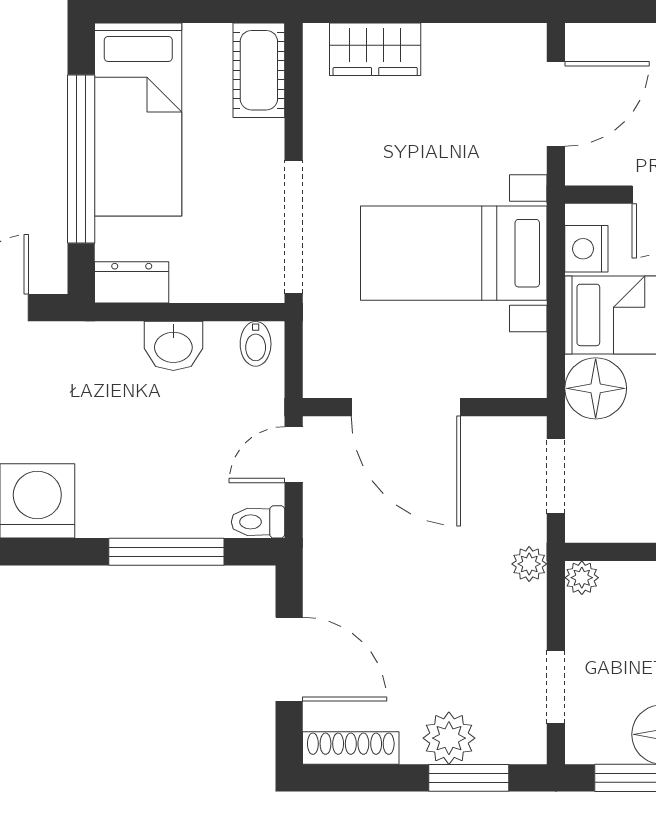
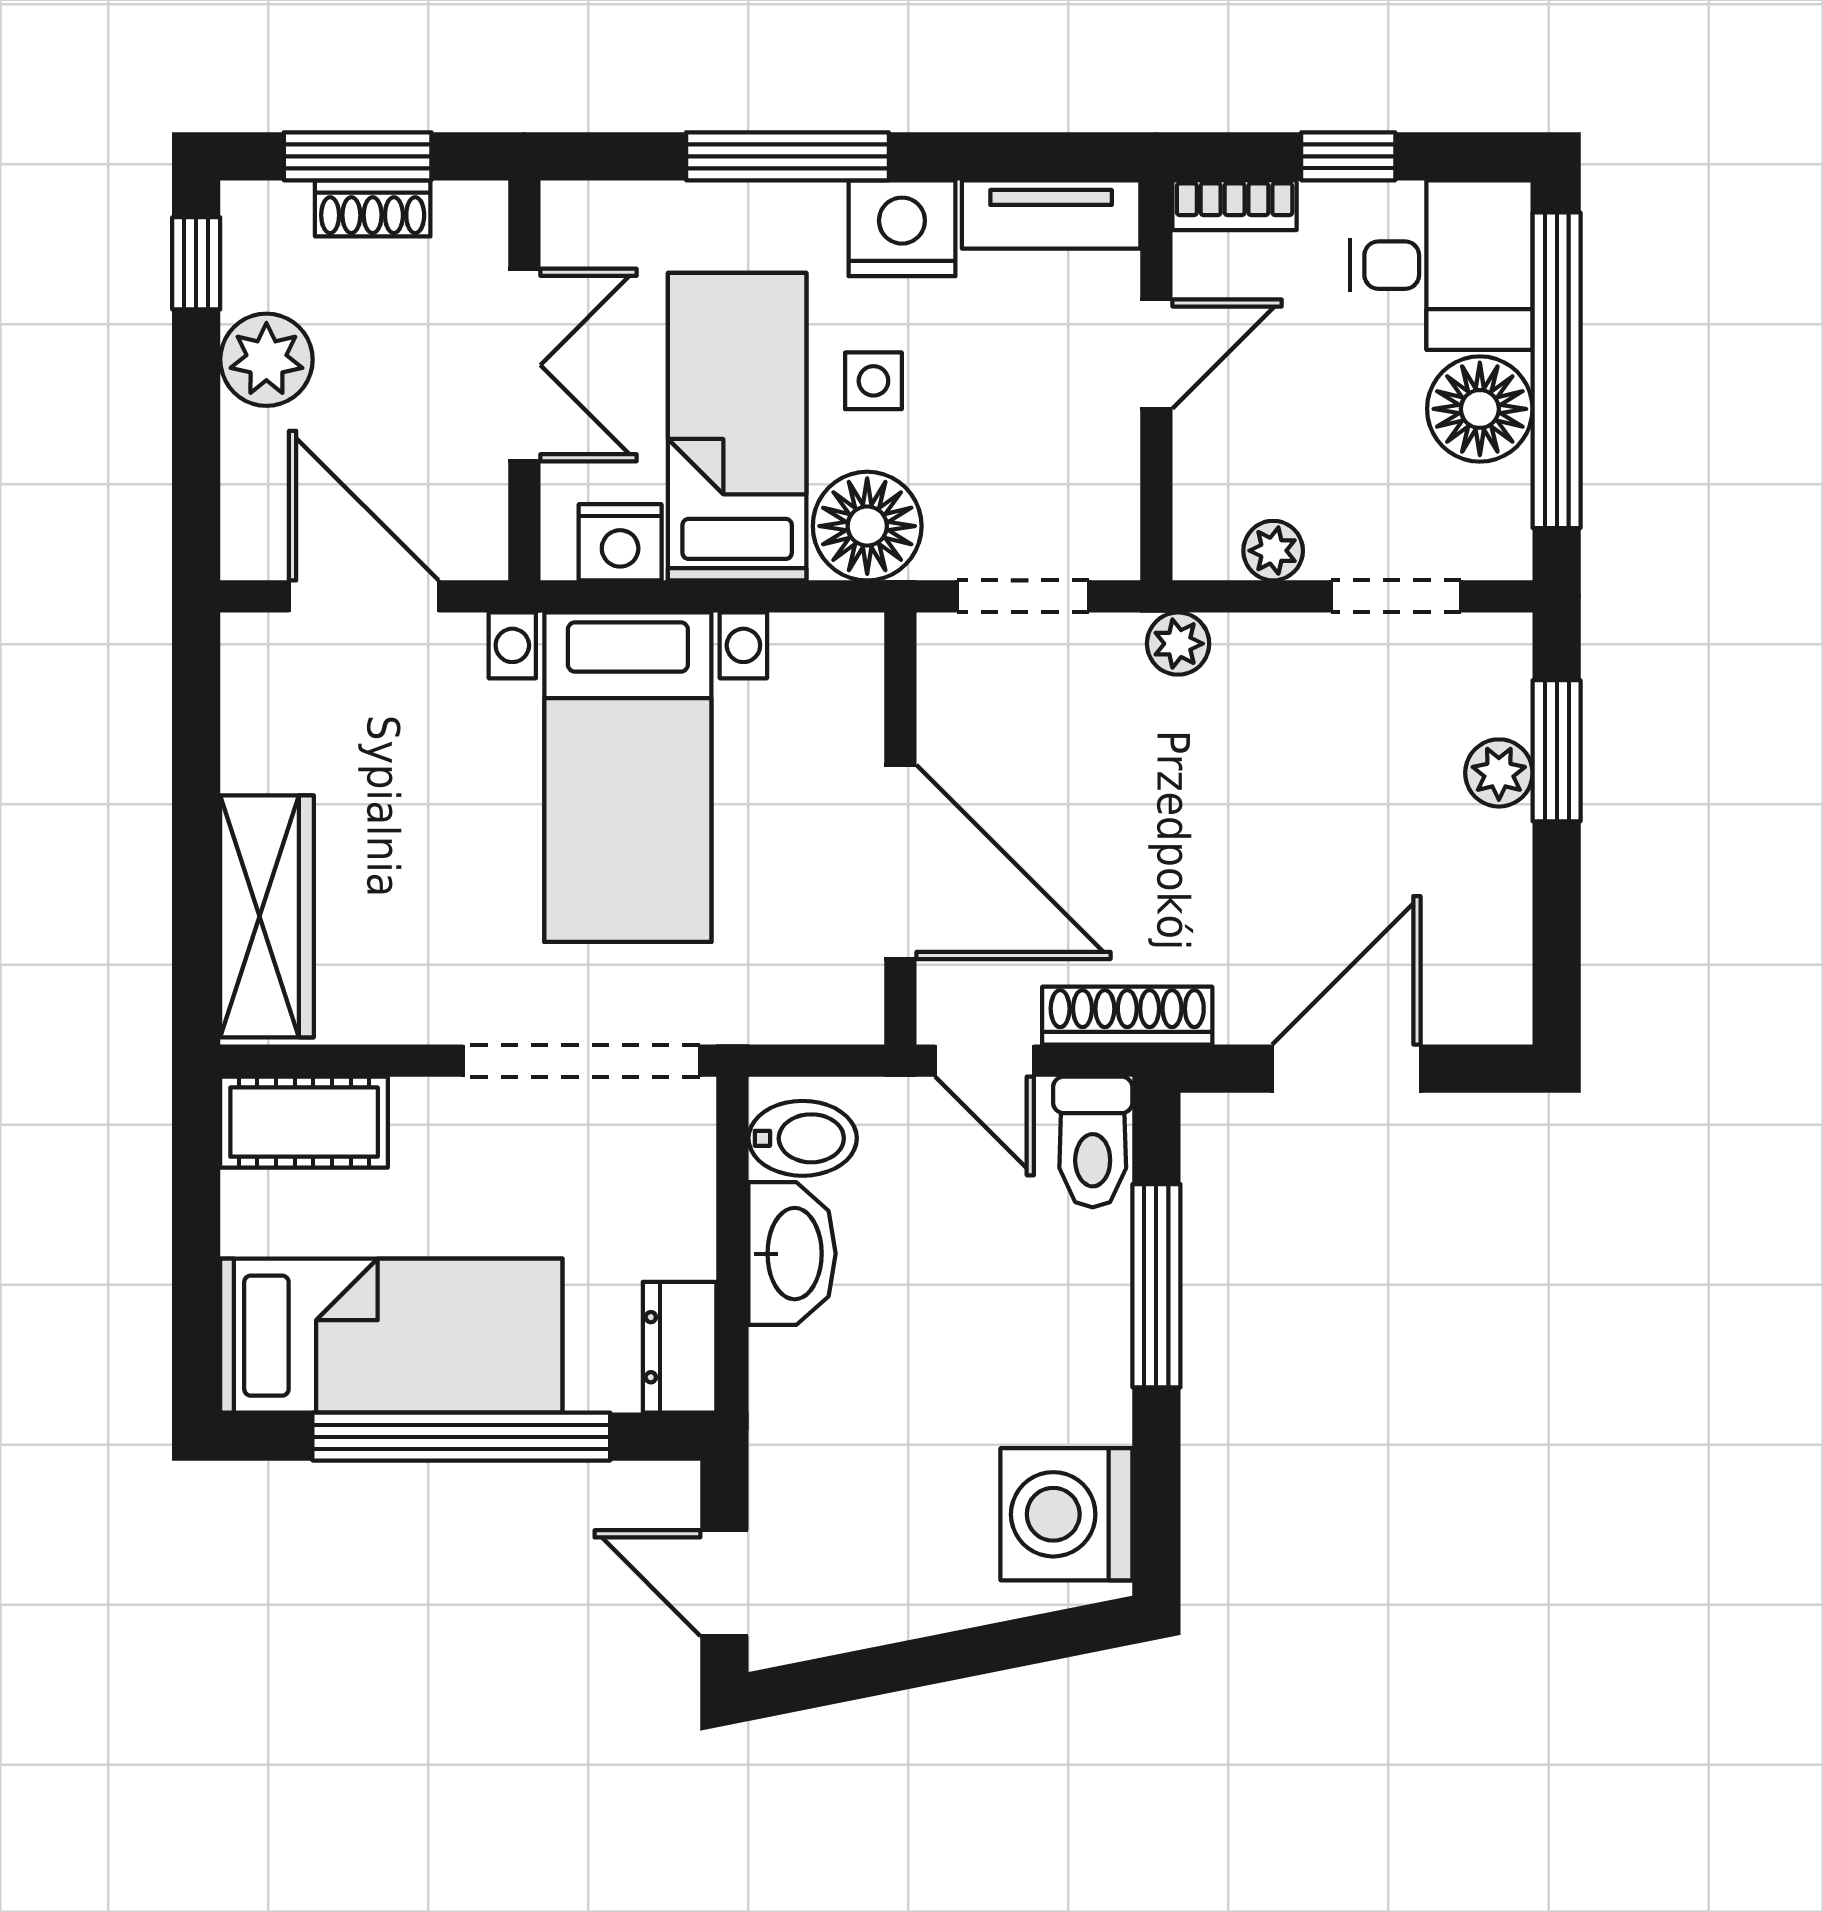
wardrobe: (375, 49) -> (267, 916), width x1.50
bidet: (256, 344) -> (803, 1138), width x1.38, depth x1.36
washbasin: (173, 346) -> (792, 1254), width x1.38
door: (406, 407) -> (900, 862), hinge flipped
toilet: (258, 522) -> (1093, 1142), width x1.37, depth x1.39
plant: (582, 578) -> (1273, 551), moved
plant: (449, 738) -> (1499, 773), width x0.73, depth x0.73
shoe rack: (351, 748) -> (1127, 1016), moved, turned 90

